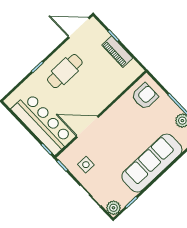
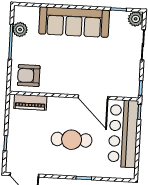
piano: (117, 52) -> (30, 102), moved, turned 90
cafe table: (65, 71) -> (72, 140), moved
side table: (86, 165) -> (123, 71), removed

